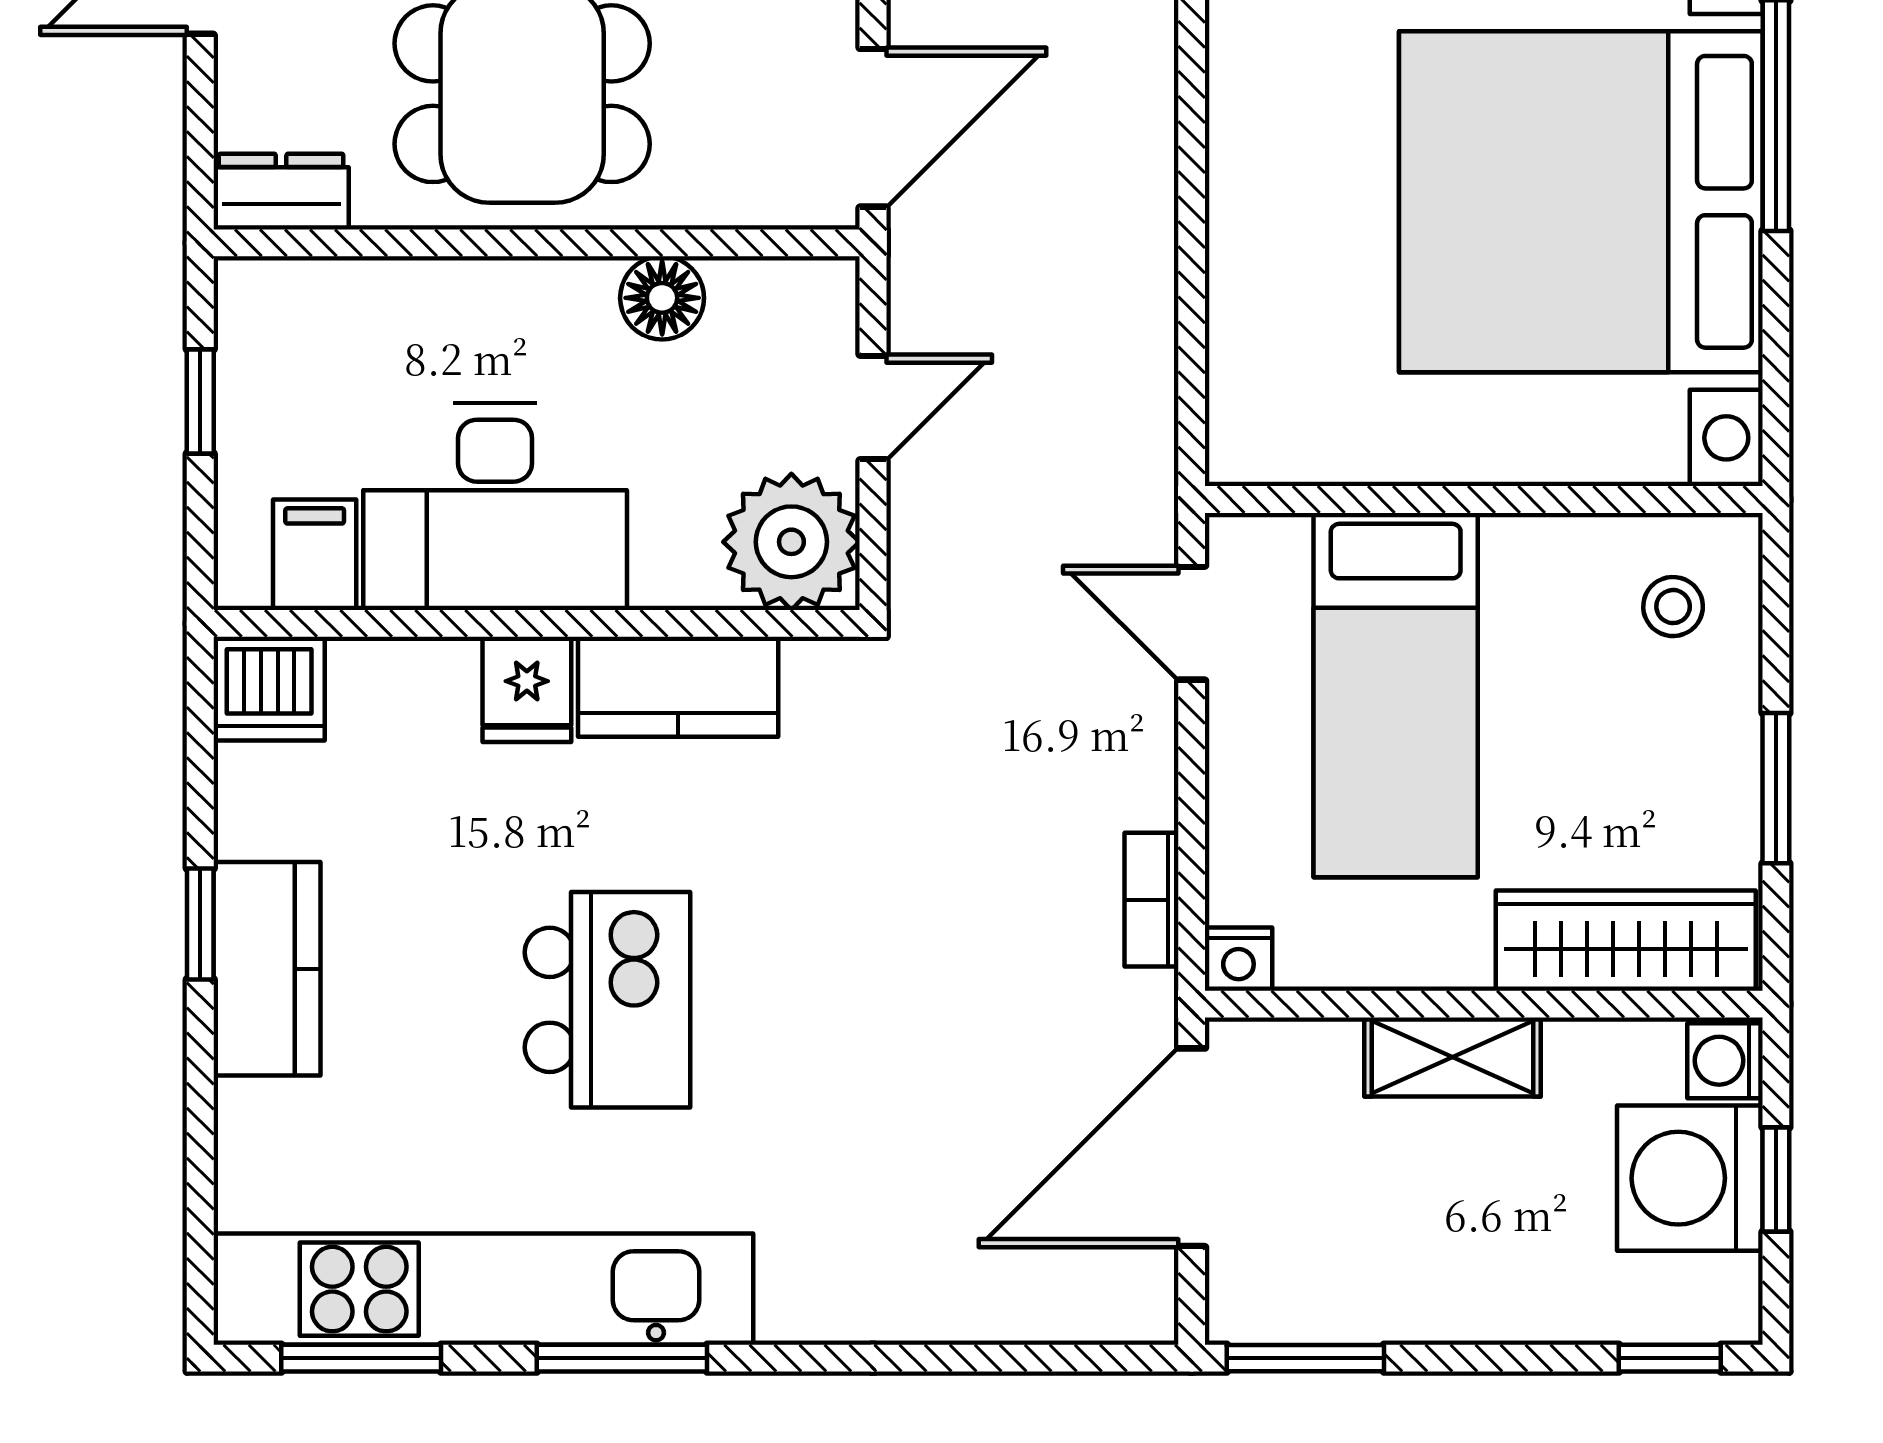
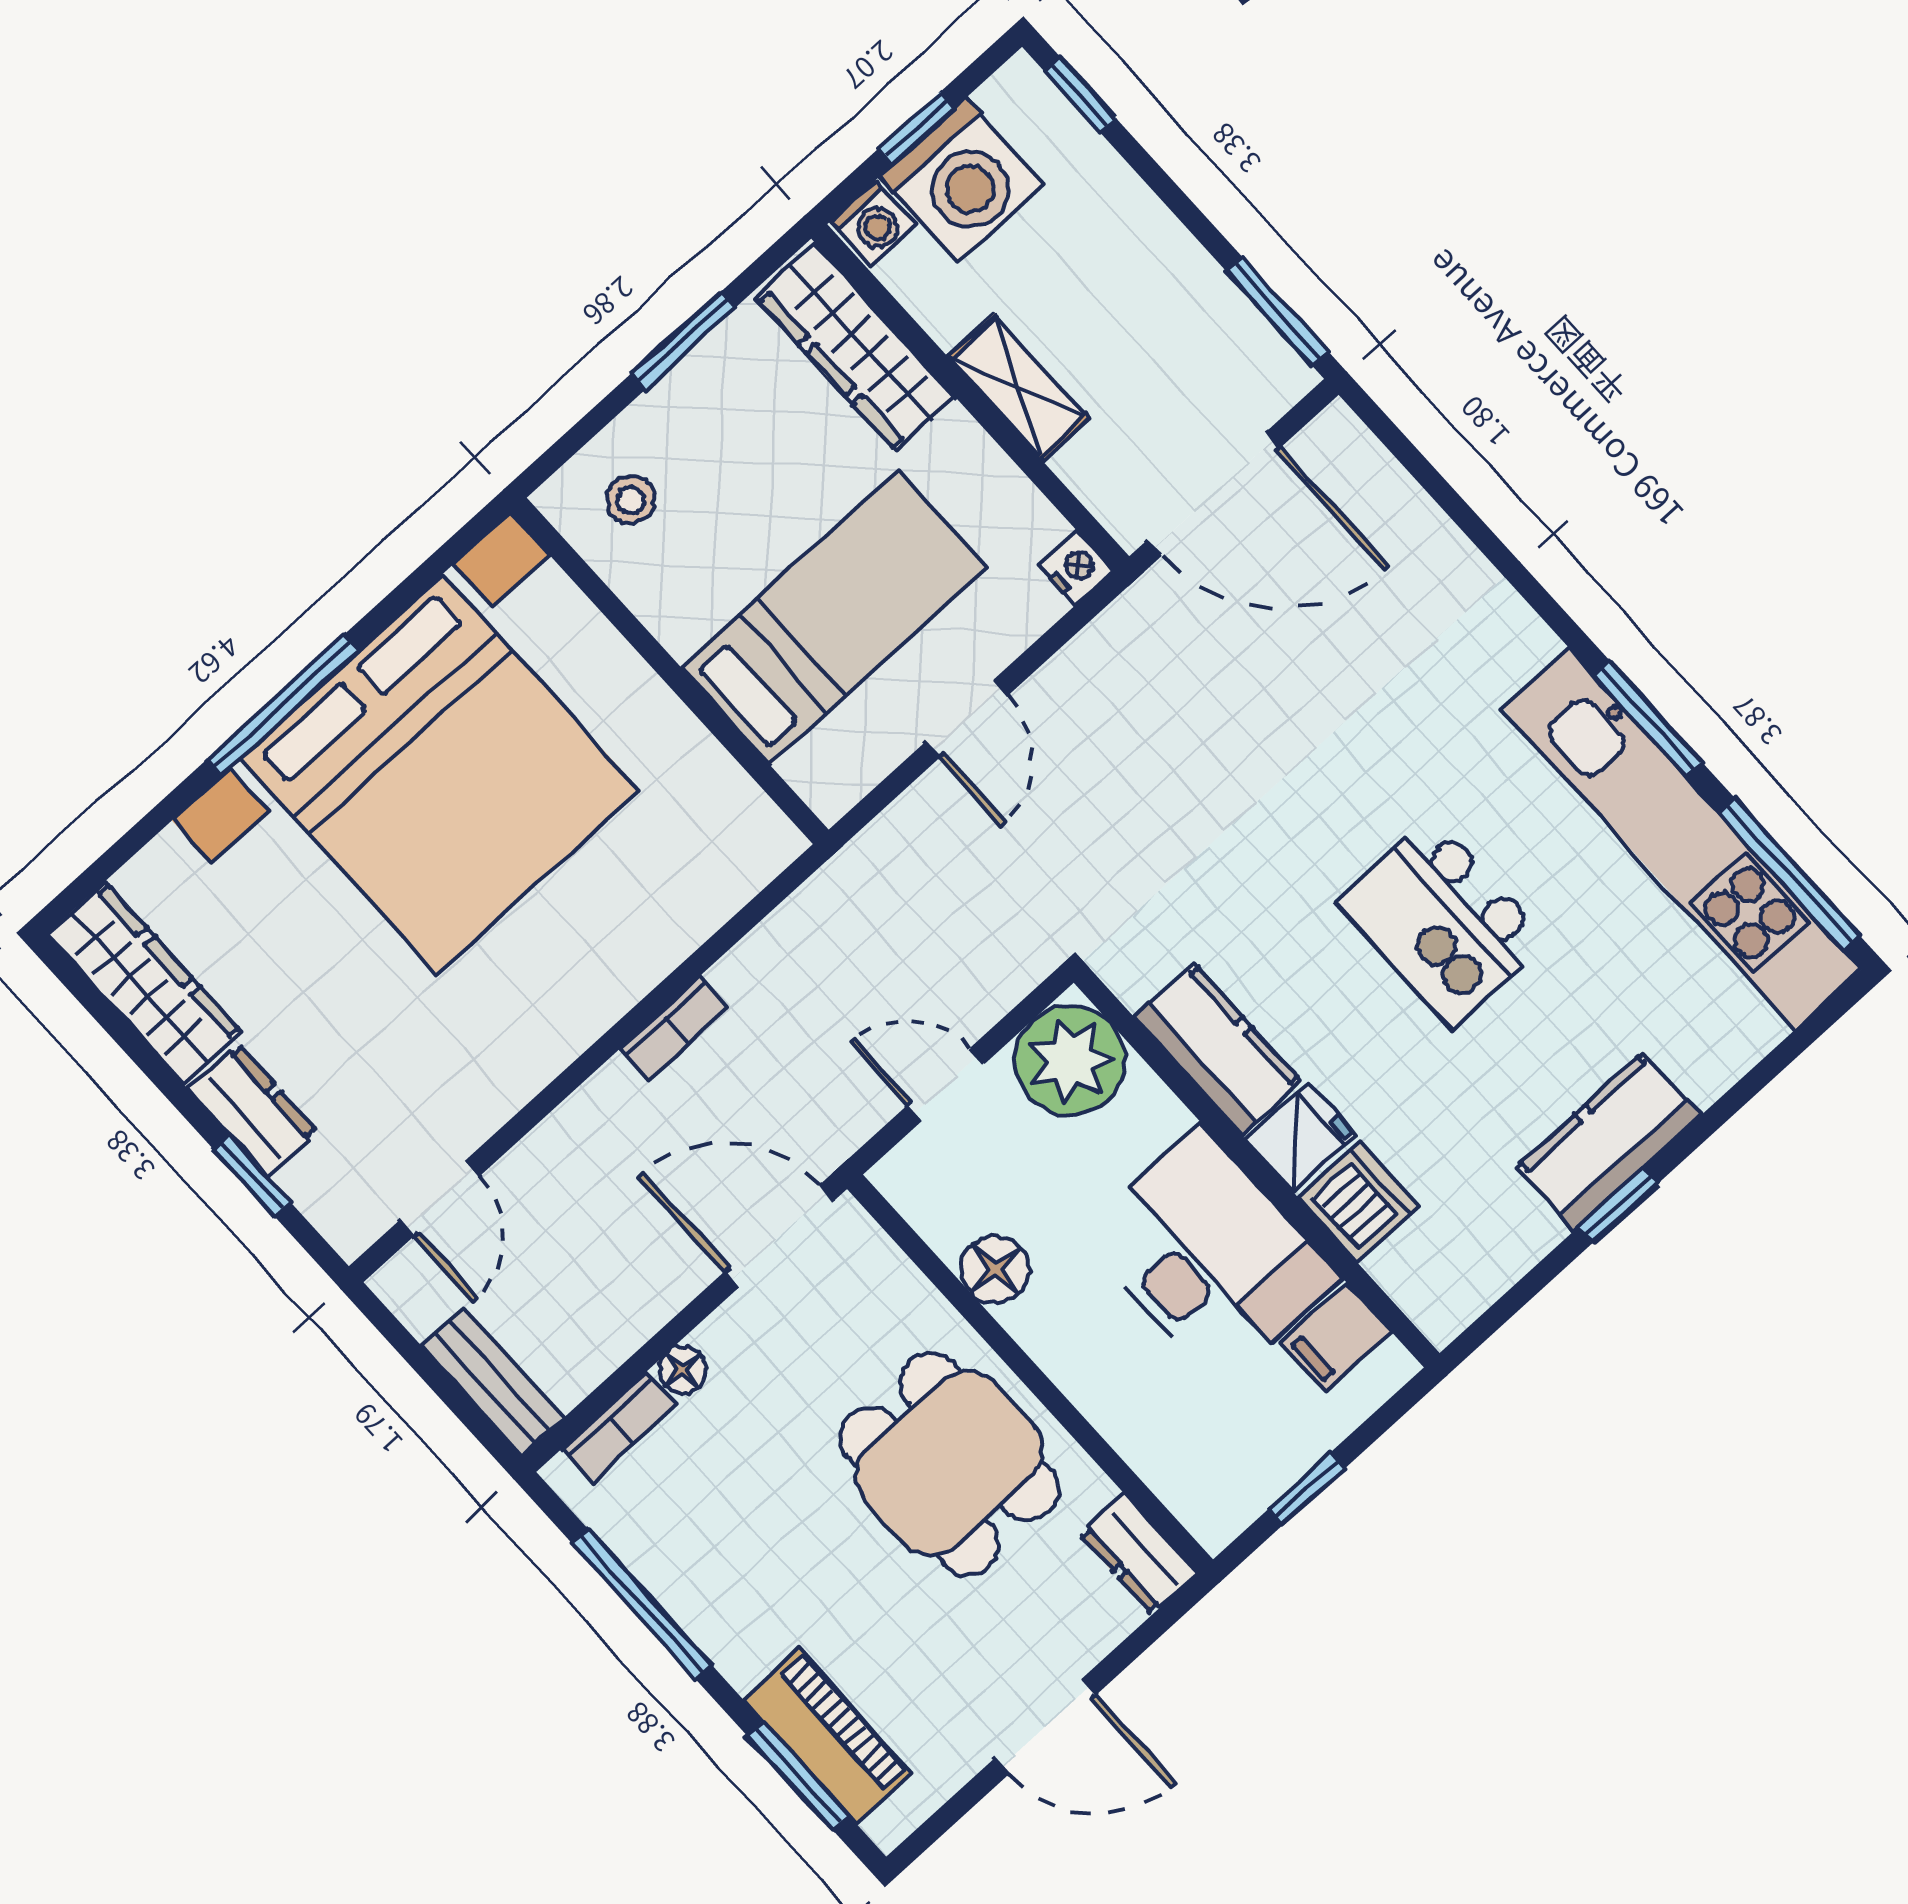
door: (1192, 623) -> (967, 719), moved
dishwasher: (269, 689) -> (1359, 1202), moved
bookcase: (1152, 900) -> (675, 1028), moved
kitchen island: (607, 1000) -> (1443, 922), turned -90
window: (361, 1358) -> (1789, 874), width x1.44

